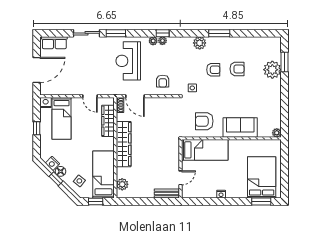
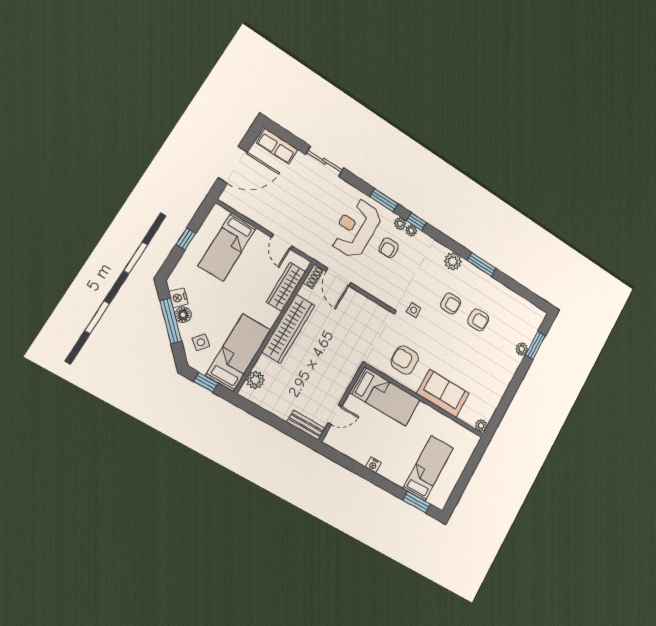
window: (116, 33) -> (384, 200), moved
plant: (272, 70) -> (522, 349), width x0.53, depth x0.53
armchair: (163, 81) -> (389, 248), moved
nightstand: (46, 103) -> (219, 213), removed
bed: (262, 177) -> (428, 468), width x0.67
window: (56, 179) -> (171, 321), width x2.17

